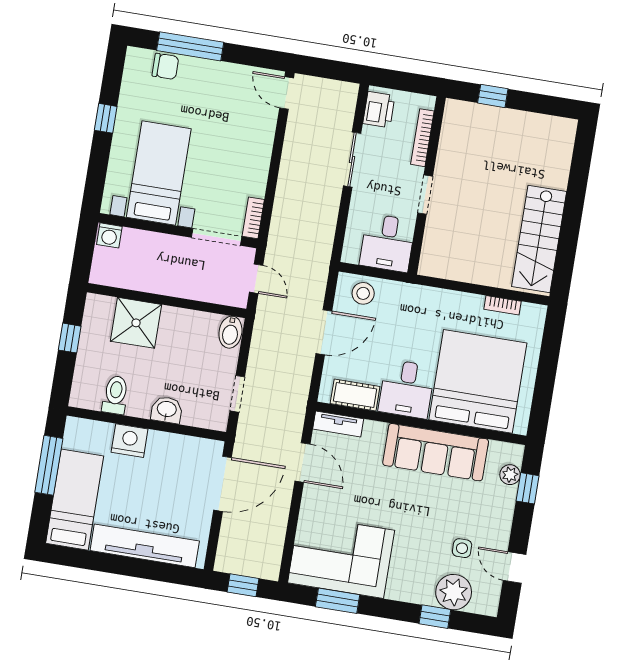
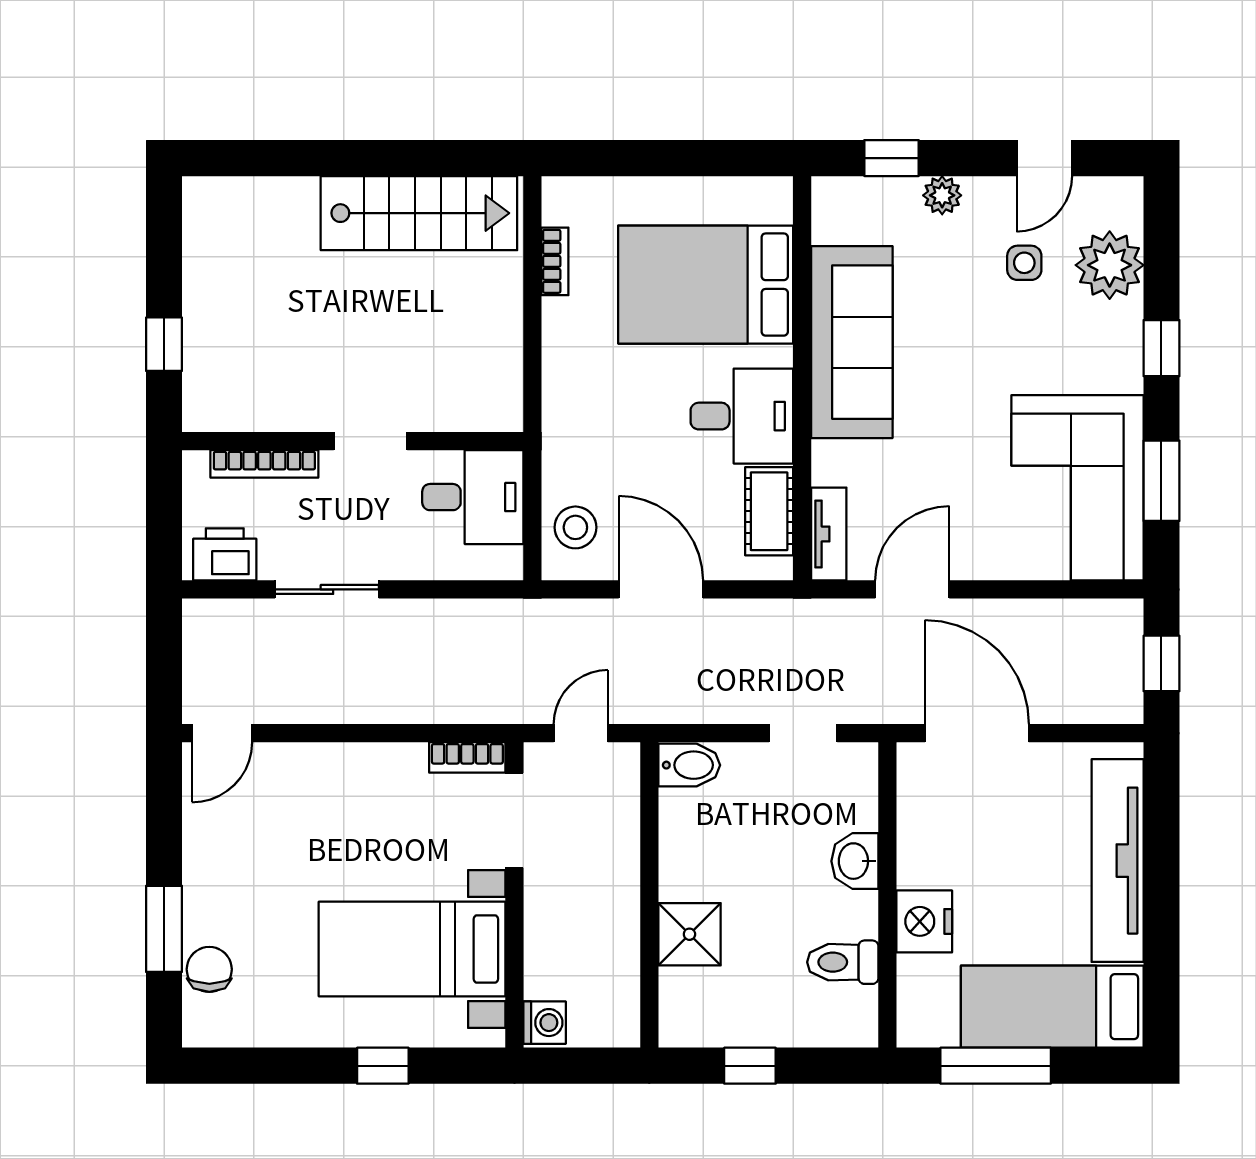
window: (190, 46) -> (164, 929), width x0.69
window: (106, 118) -> (383, 1066), moved
shower: (136, 323) -> (689, 934), width x0.73, depth x0.73
bed: (478, 381) -> (706, 285), width x0.73
plant: (510, 475) -> (942, 195), moved
window: (435, 617) -> (1161, 348), moved

